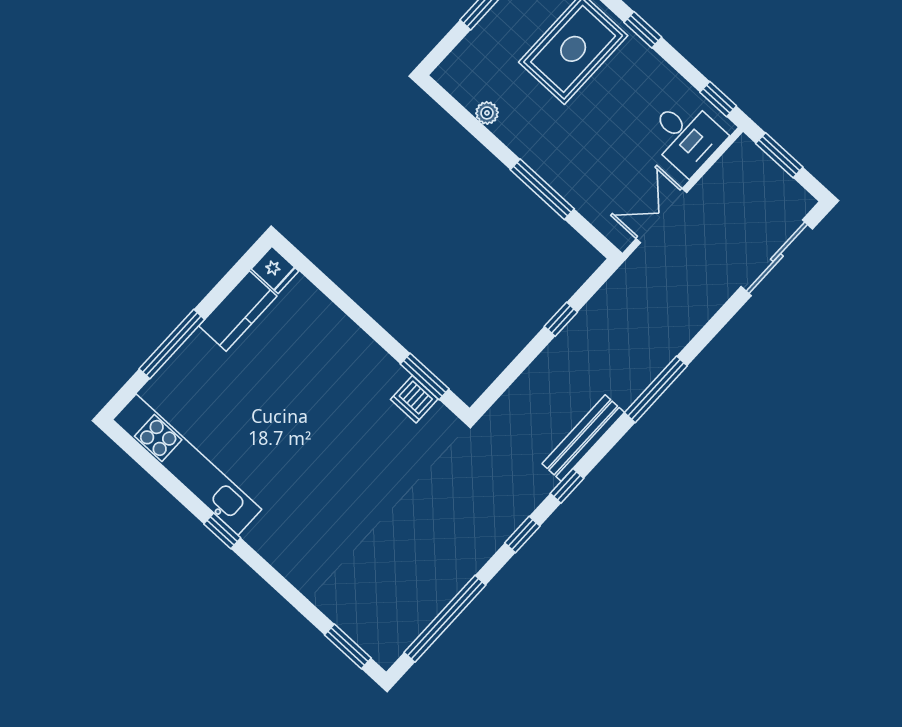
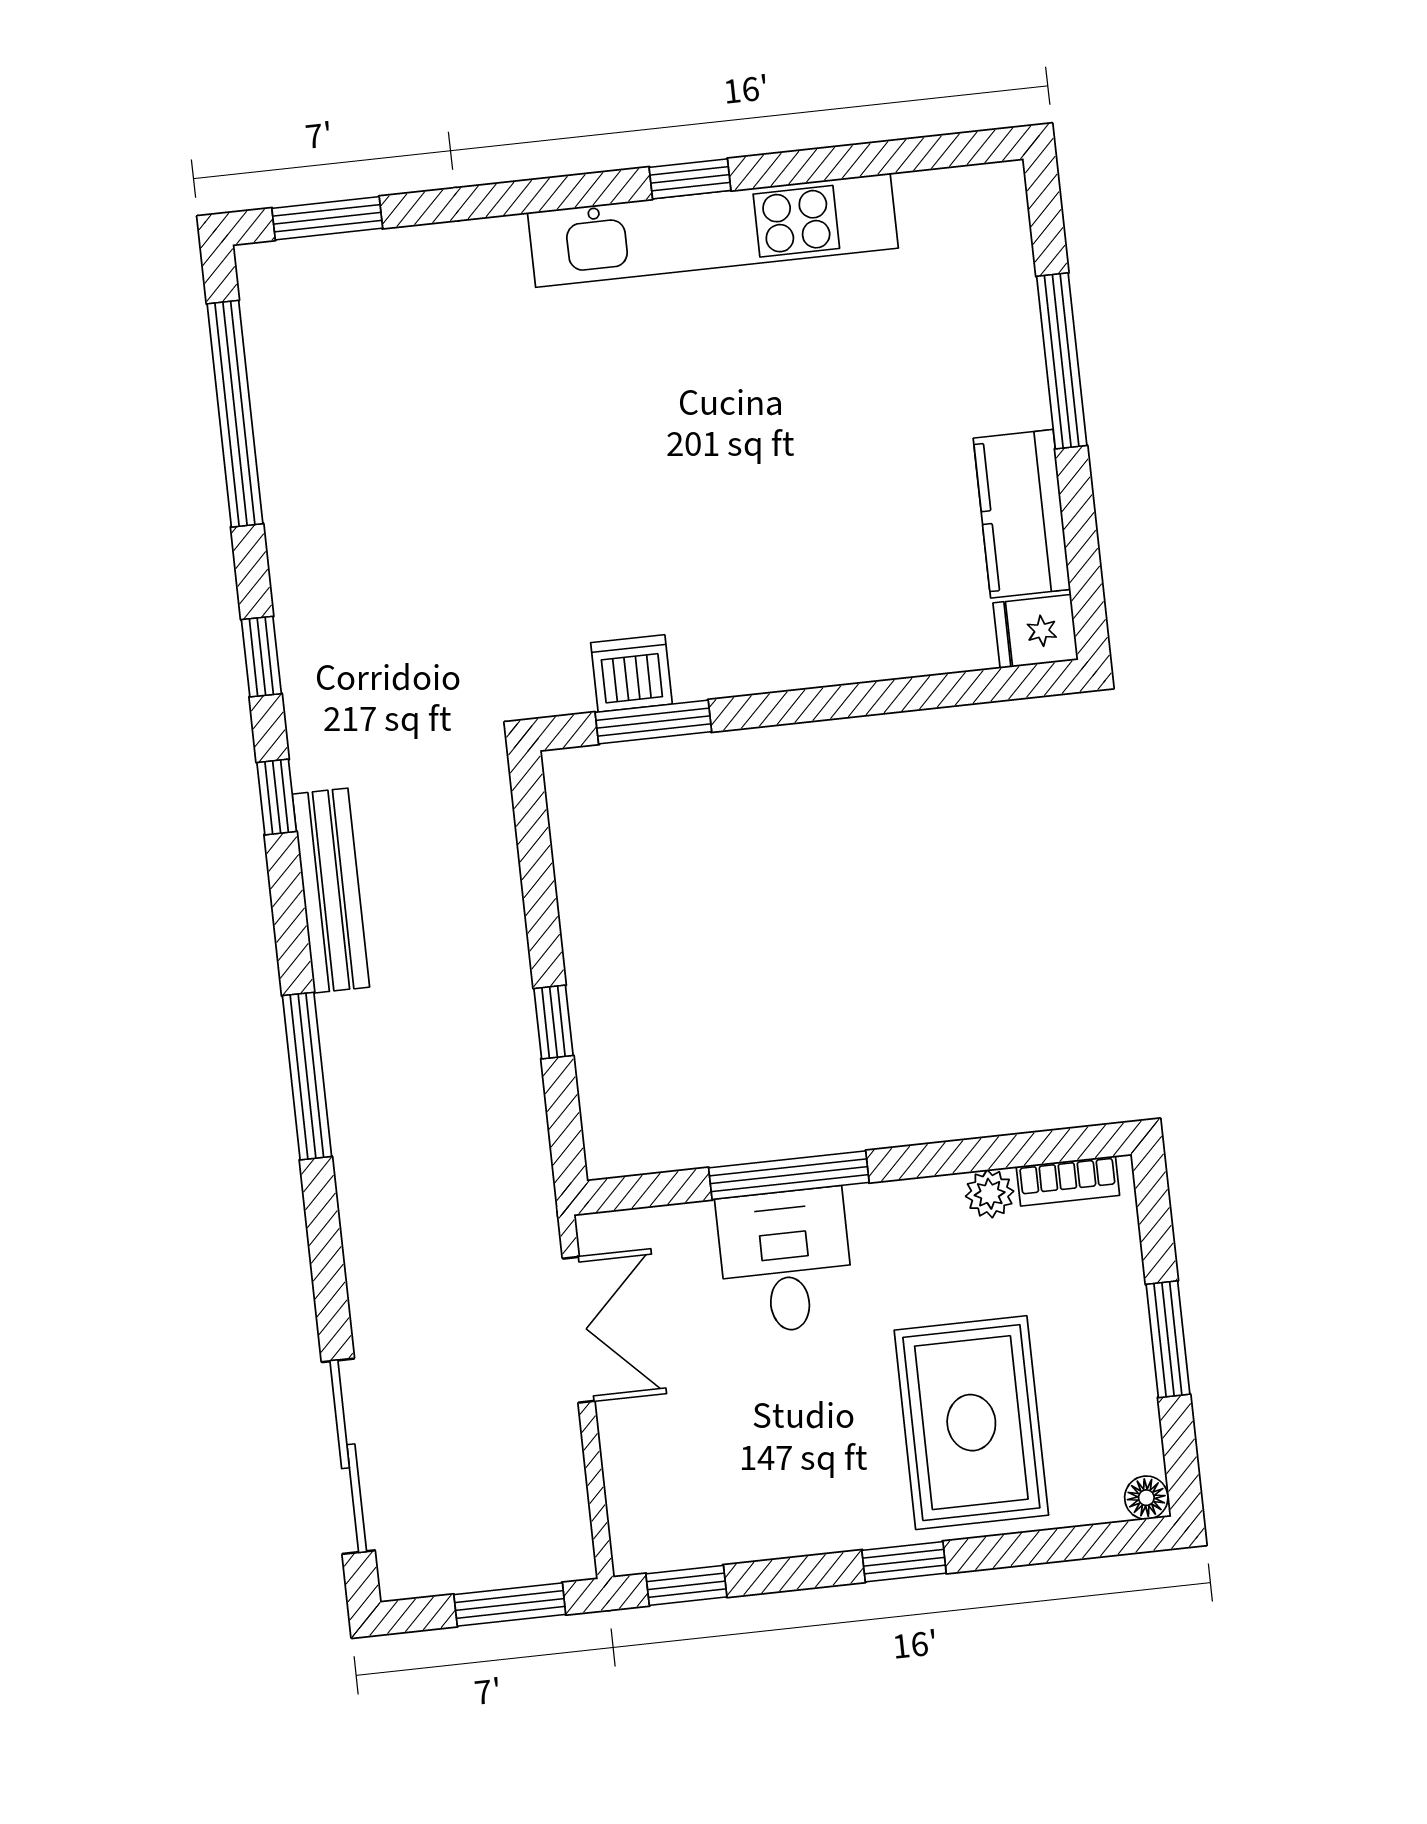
bookcase: (458, 89) -> (1068, 1181), added
desk: (686, 136) -> (785, 1261), moved, turned 90
kitchen unit: (187, 465) -> (713, 230), moved

